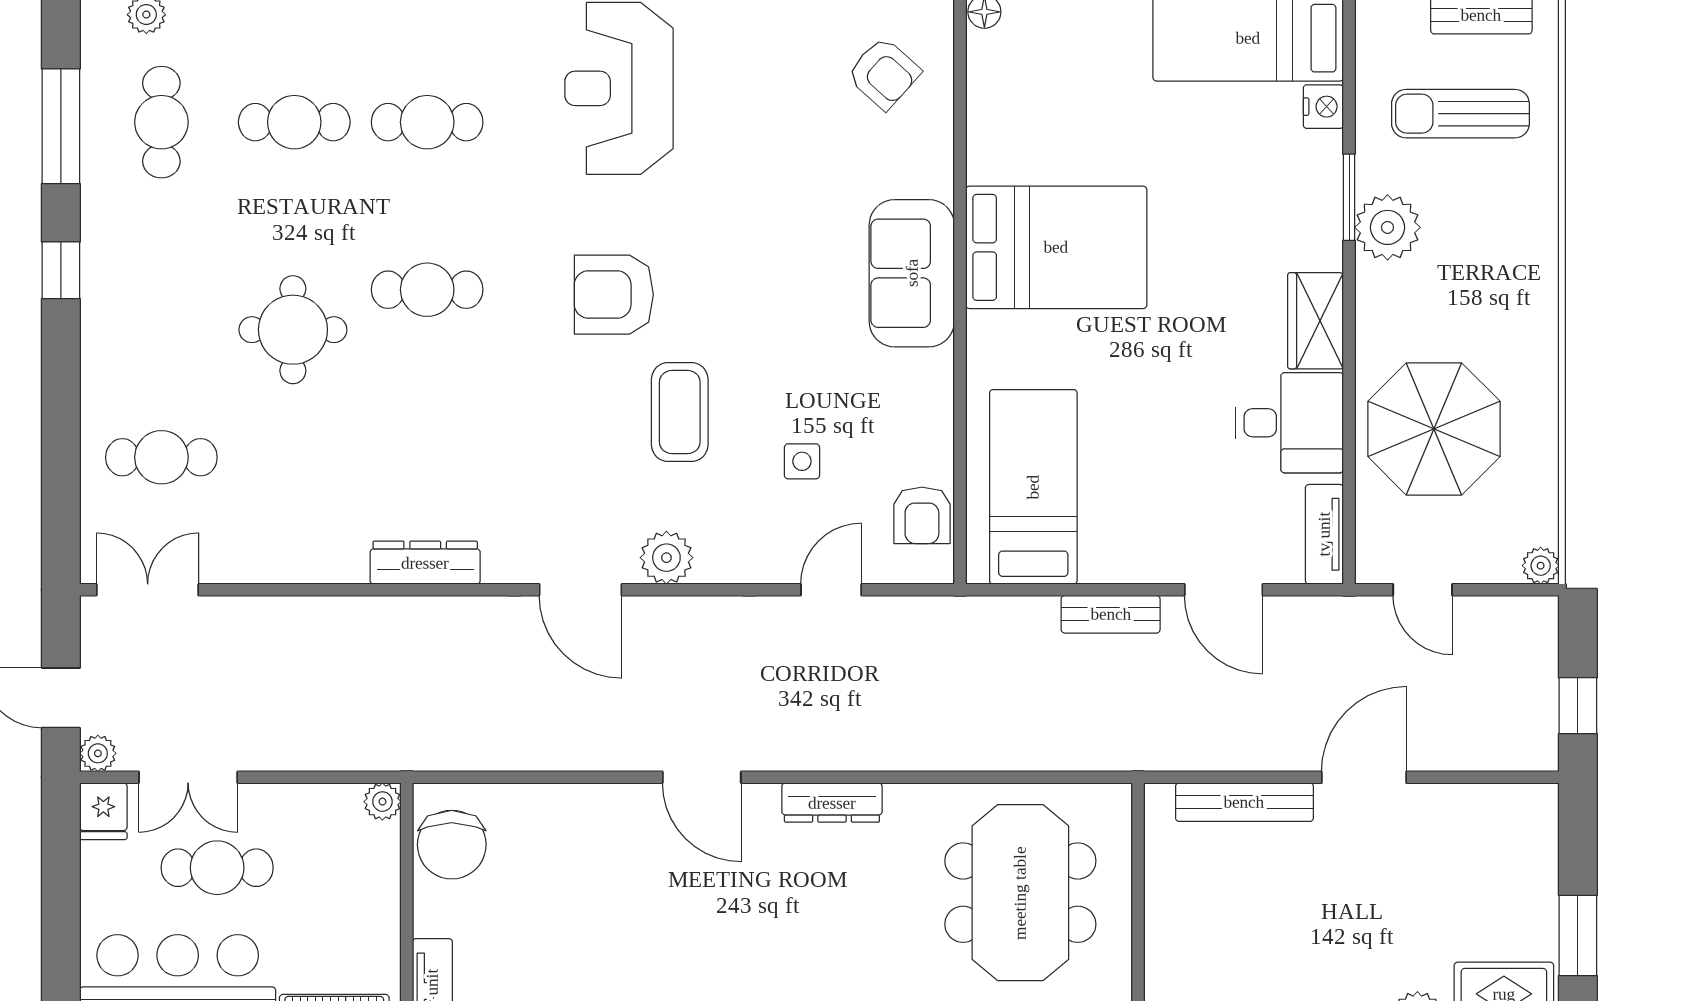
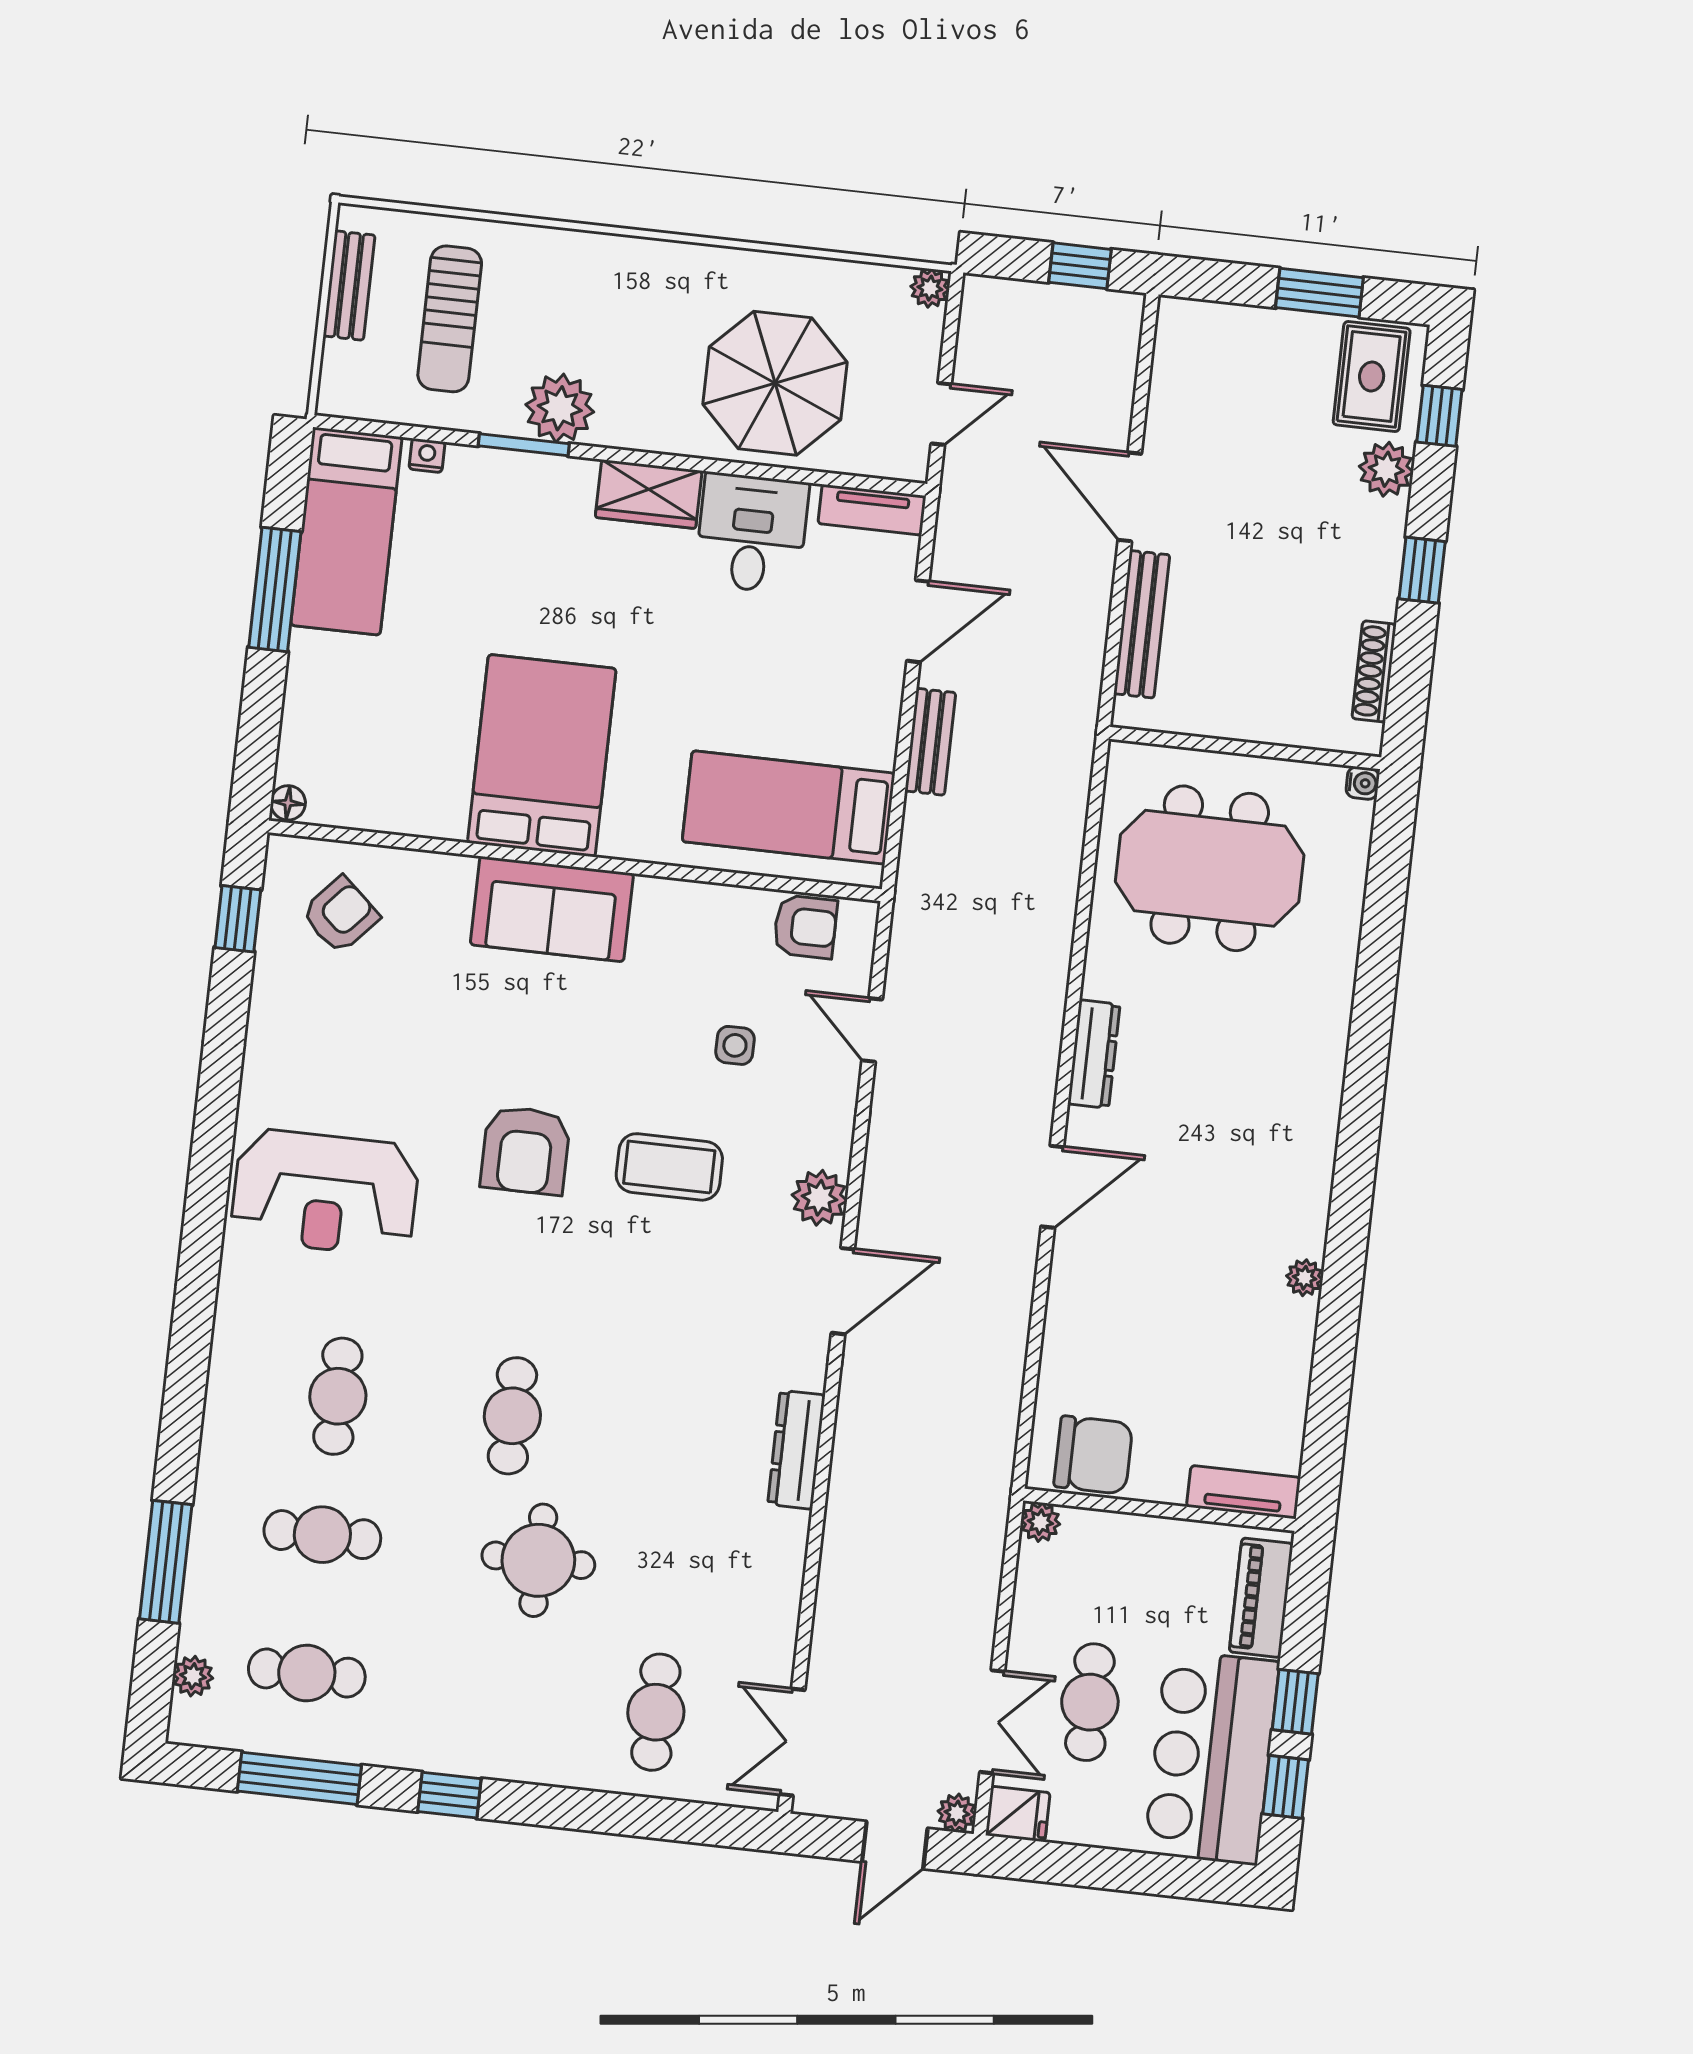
nightstand: (1323, 107) -> (427, 455), width x0.72, depth x0.74
cafe table: (294, 122) -> (322, 1535), turned 90
armchair: (614, 295) -> (525, 1150), moved

